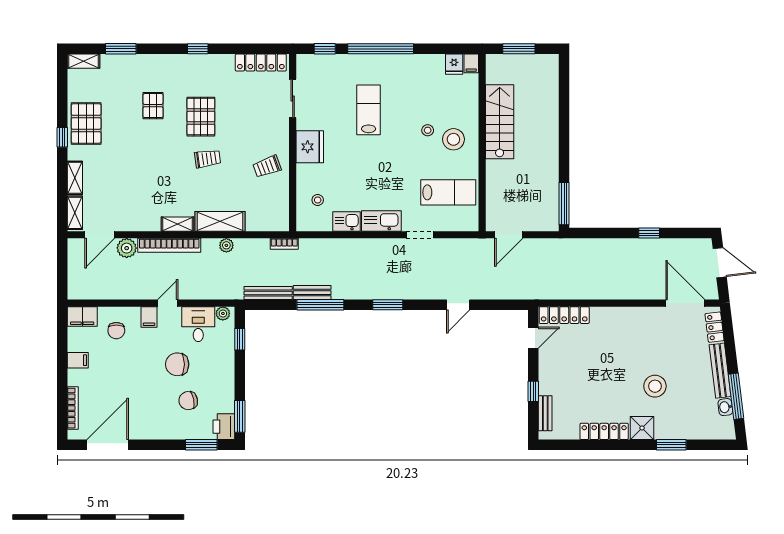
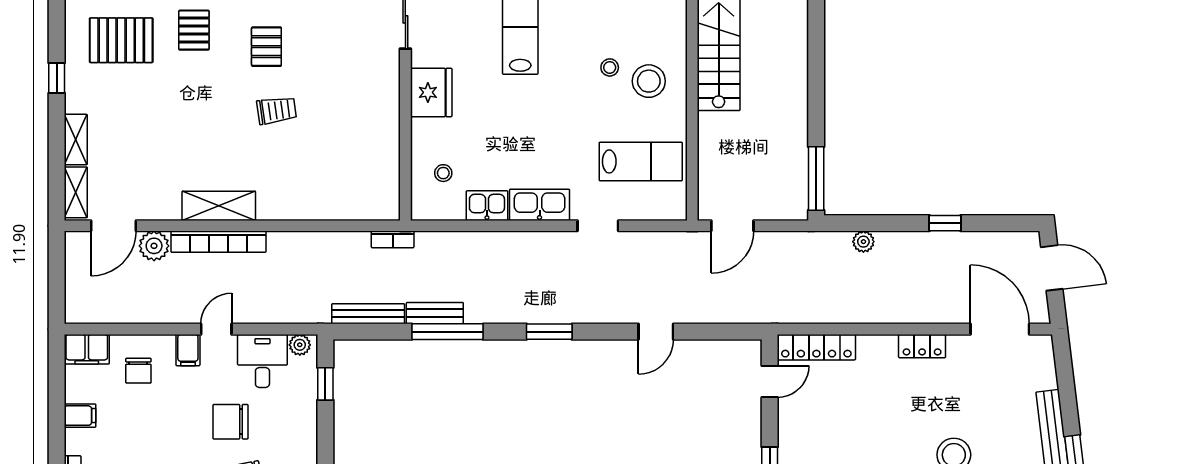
pallet: (201, 117) -> (266, 47), width x0.67, depth x0.71
pallet: (86, 123) -> (121, 40), moved, turned 90
trolley: (267, 167) -> (366, 122), removed
shelving: (220, 221) -> (295, 205), removed
shelving: (177, 224) -> (219, 206), width x1.50, depth x1.33
plant: (226, 245) -> (863, 242), moved
locker: (715, 327) -> (922, 346), moved, turned -83

